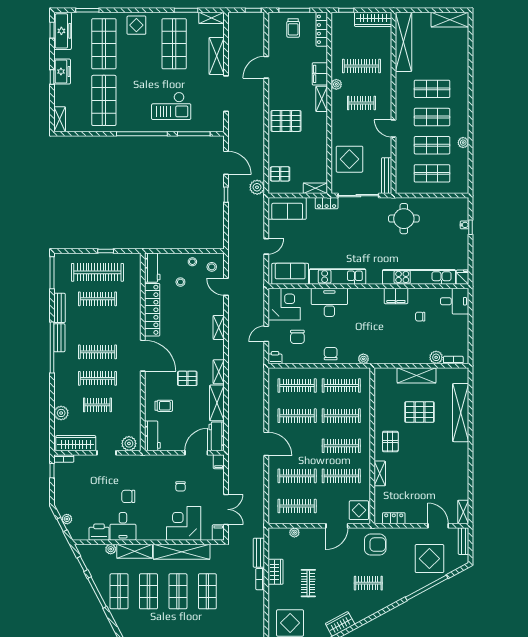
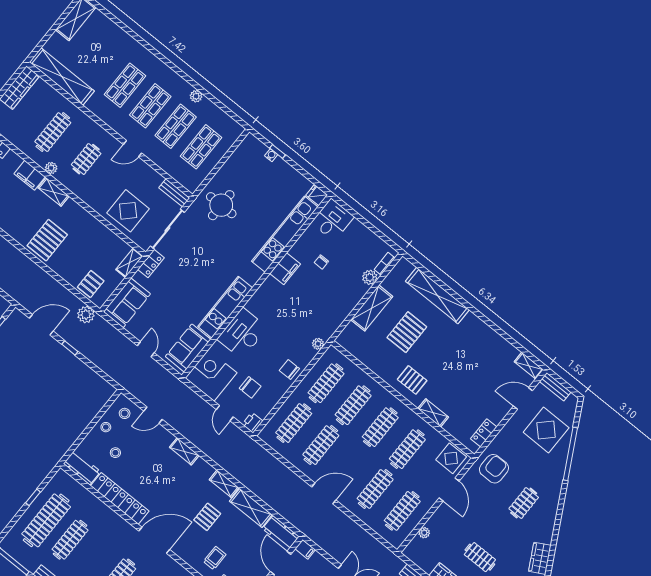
bench: (387, 176) -> (174, 193), width x0.73

